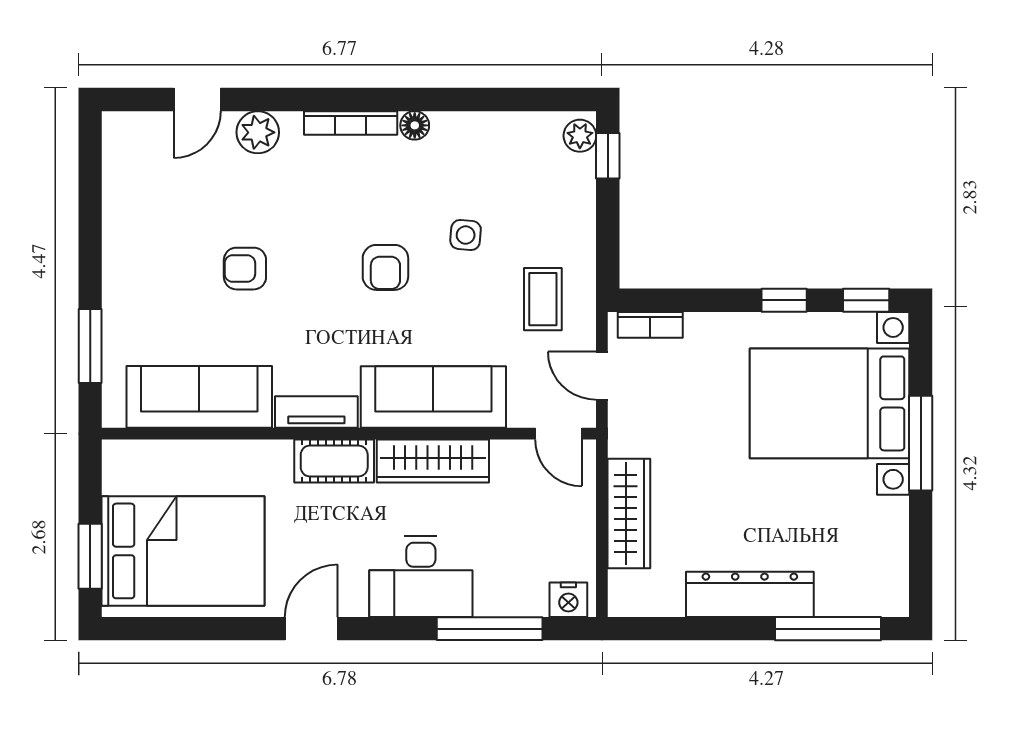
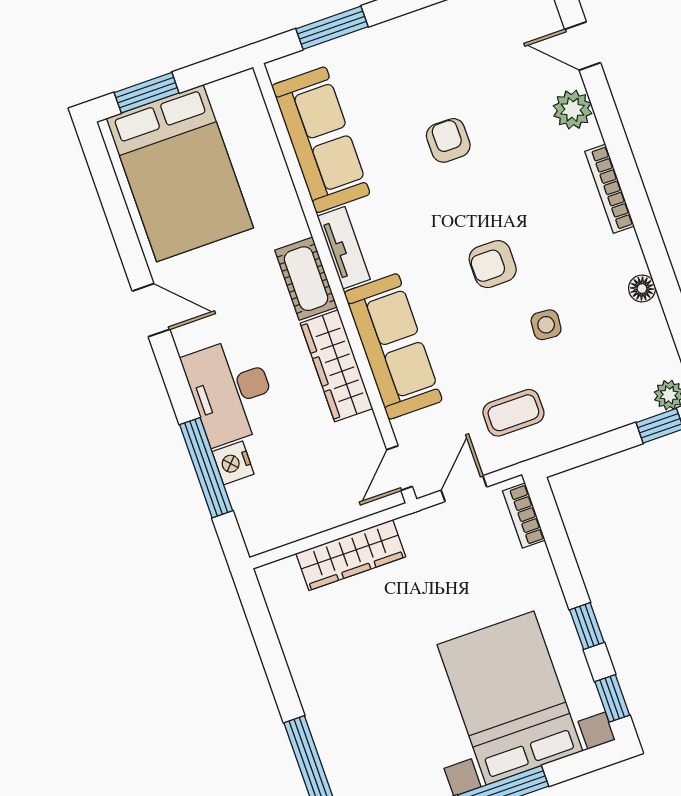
floor lamp: (415, 125) -> (642, 289), moved
dresser: (750, 594) -> (317, 687), removed
nightstand: (568, 600) -> (233, 463), moved

